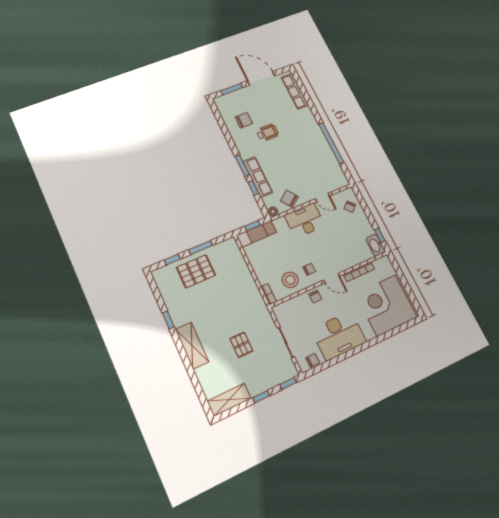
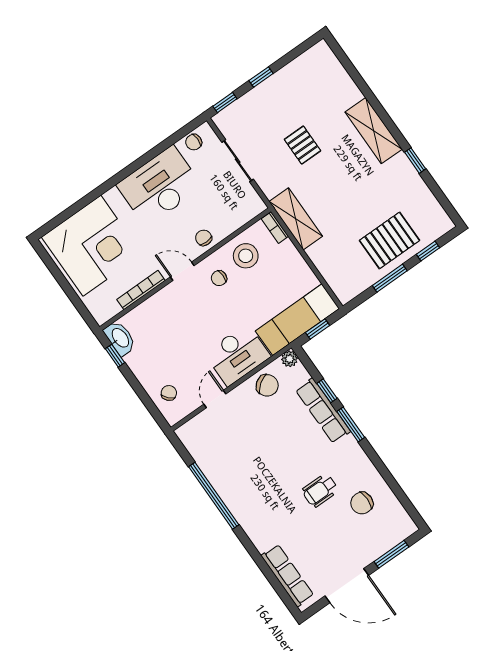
door: (322, 197) -> (215, 399), hinge flipped
exam couch: (257, 234) -> (297, 320), width x1.36, depth x1.45
shelving: (229, 400) -> (296, 219), moved, turned 90

